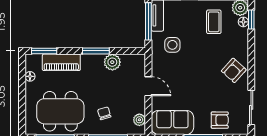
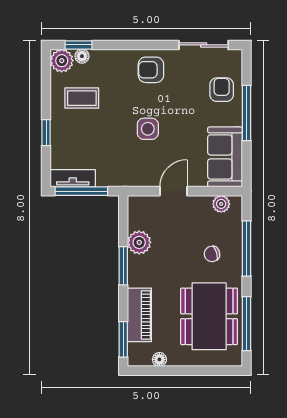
side table: (172, 45) -> (148, 129), moved
armchair: (234, 70) -> (151, 70), turned 138

